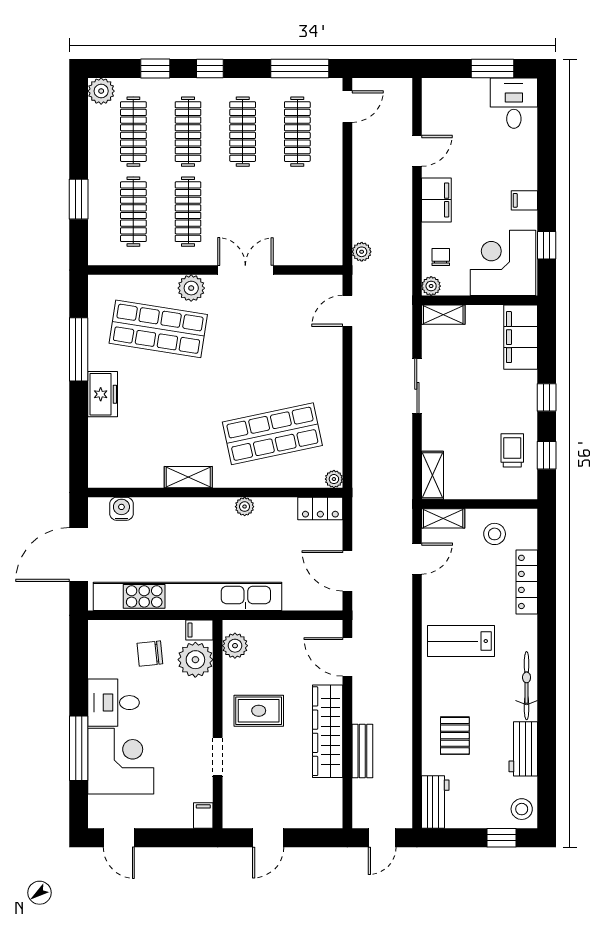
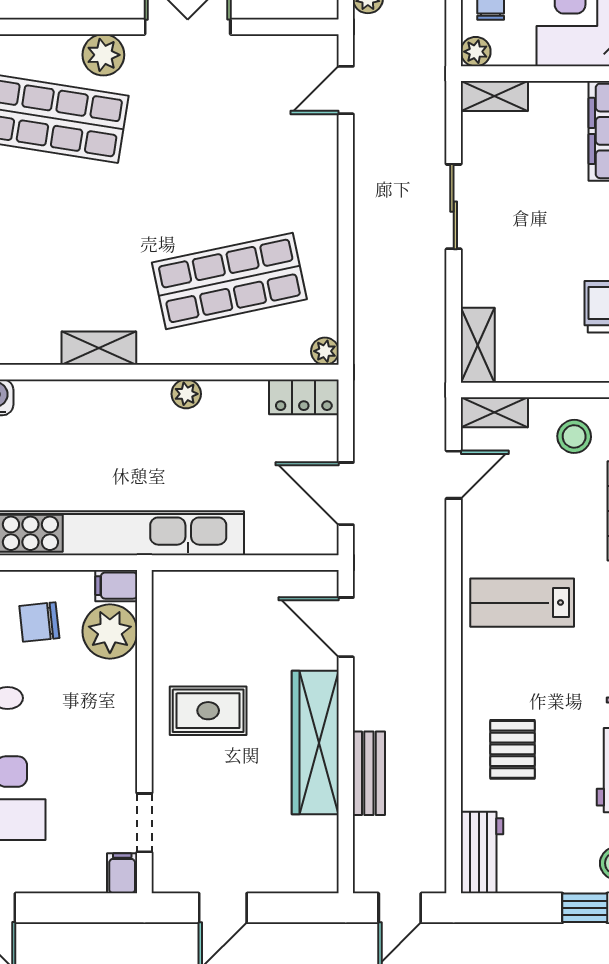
plant: (235, 646) -> (171, 610), removed
doorway: (218, 757) -> (144, 823), moved

